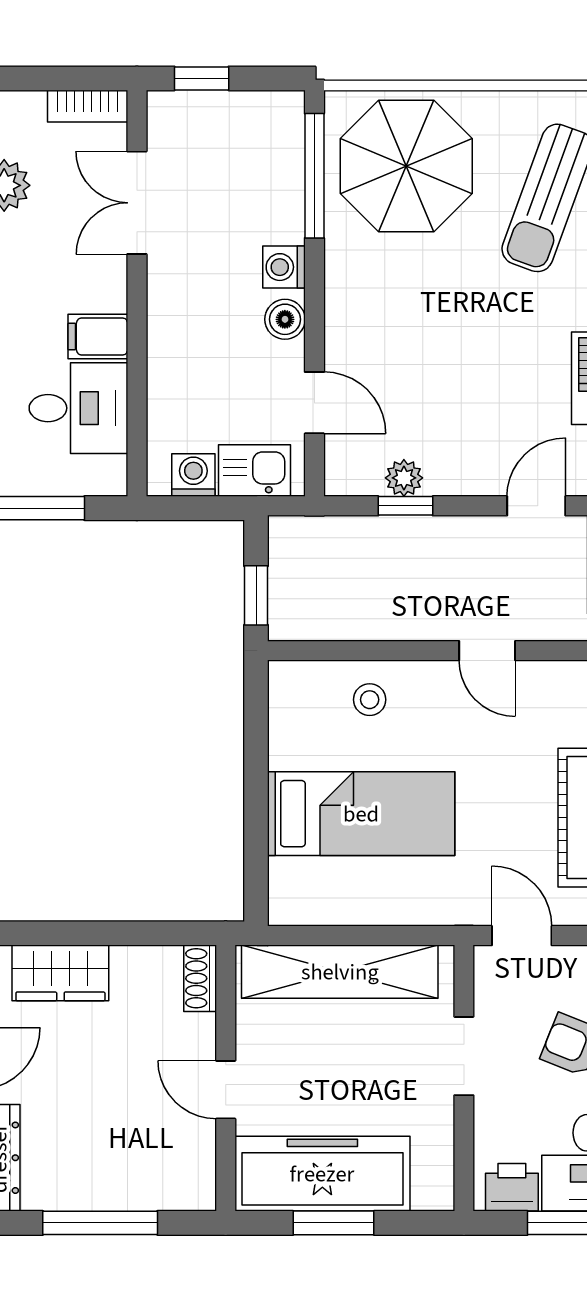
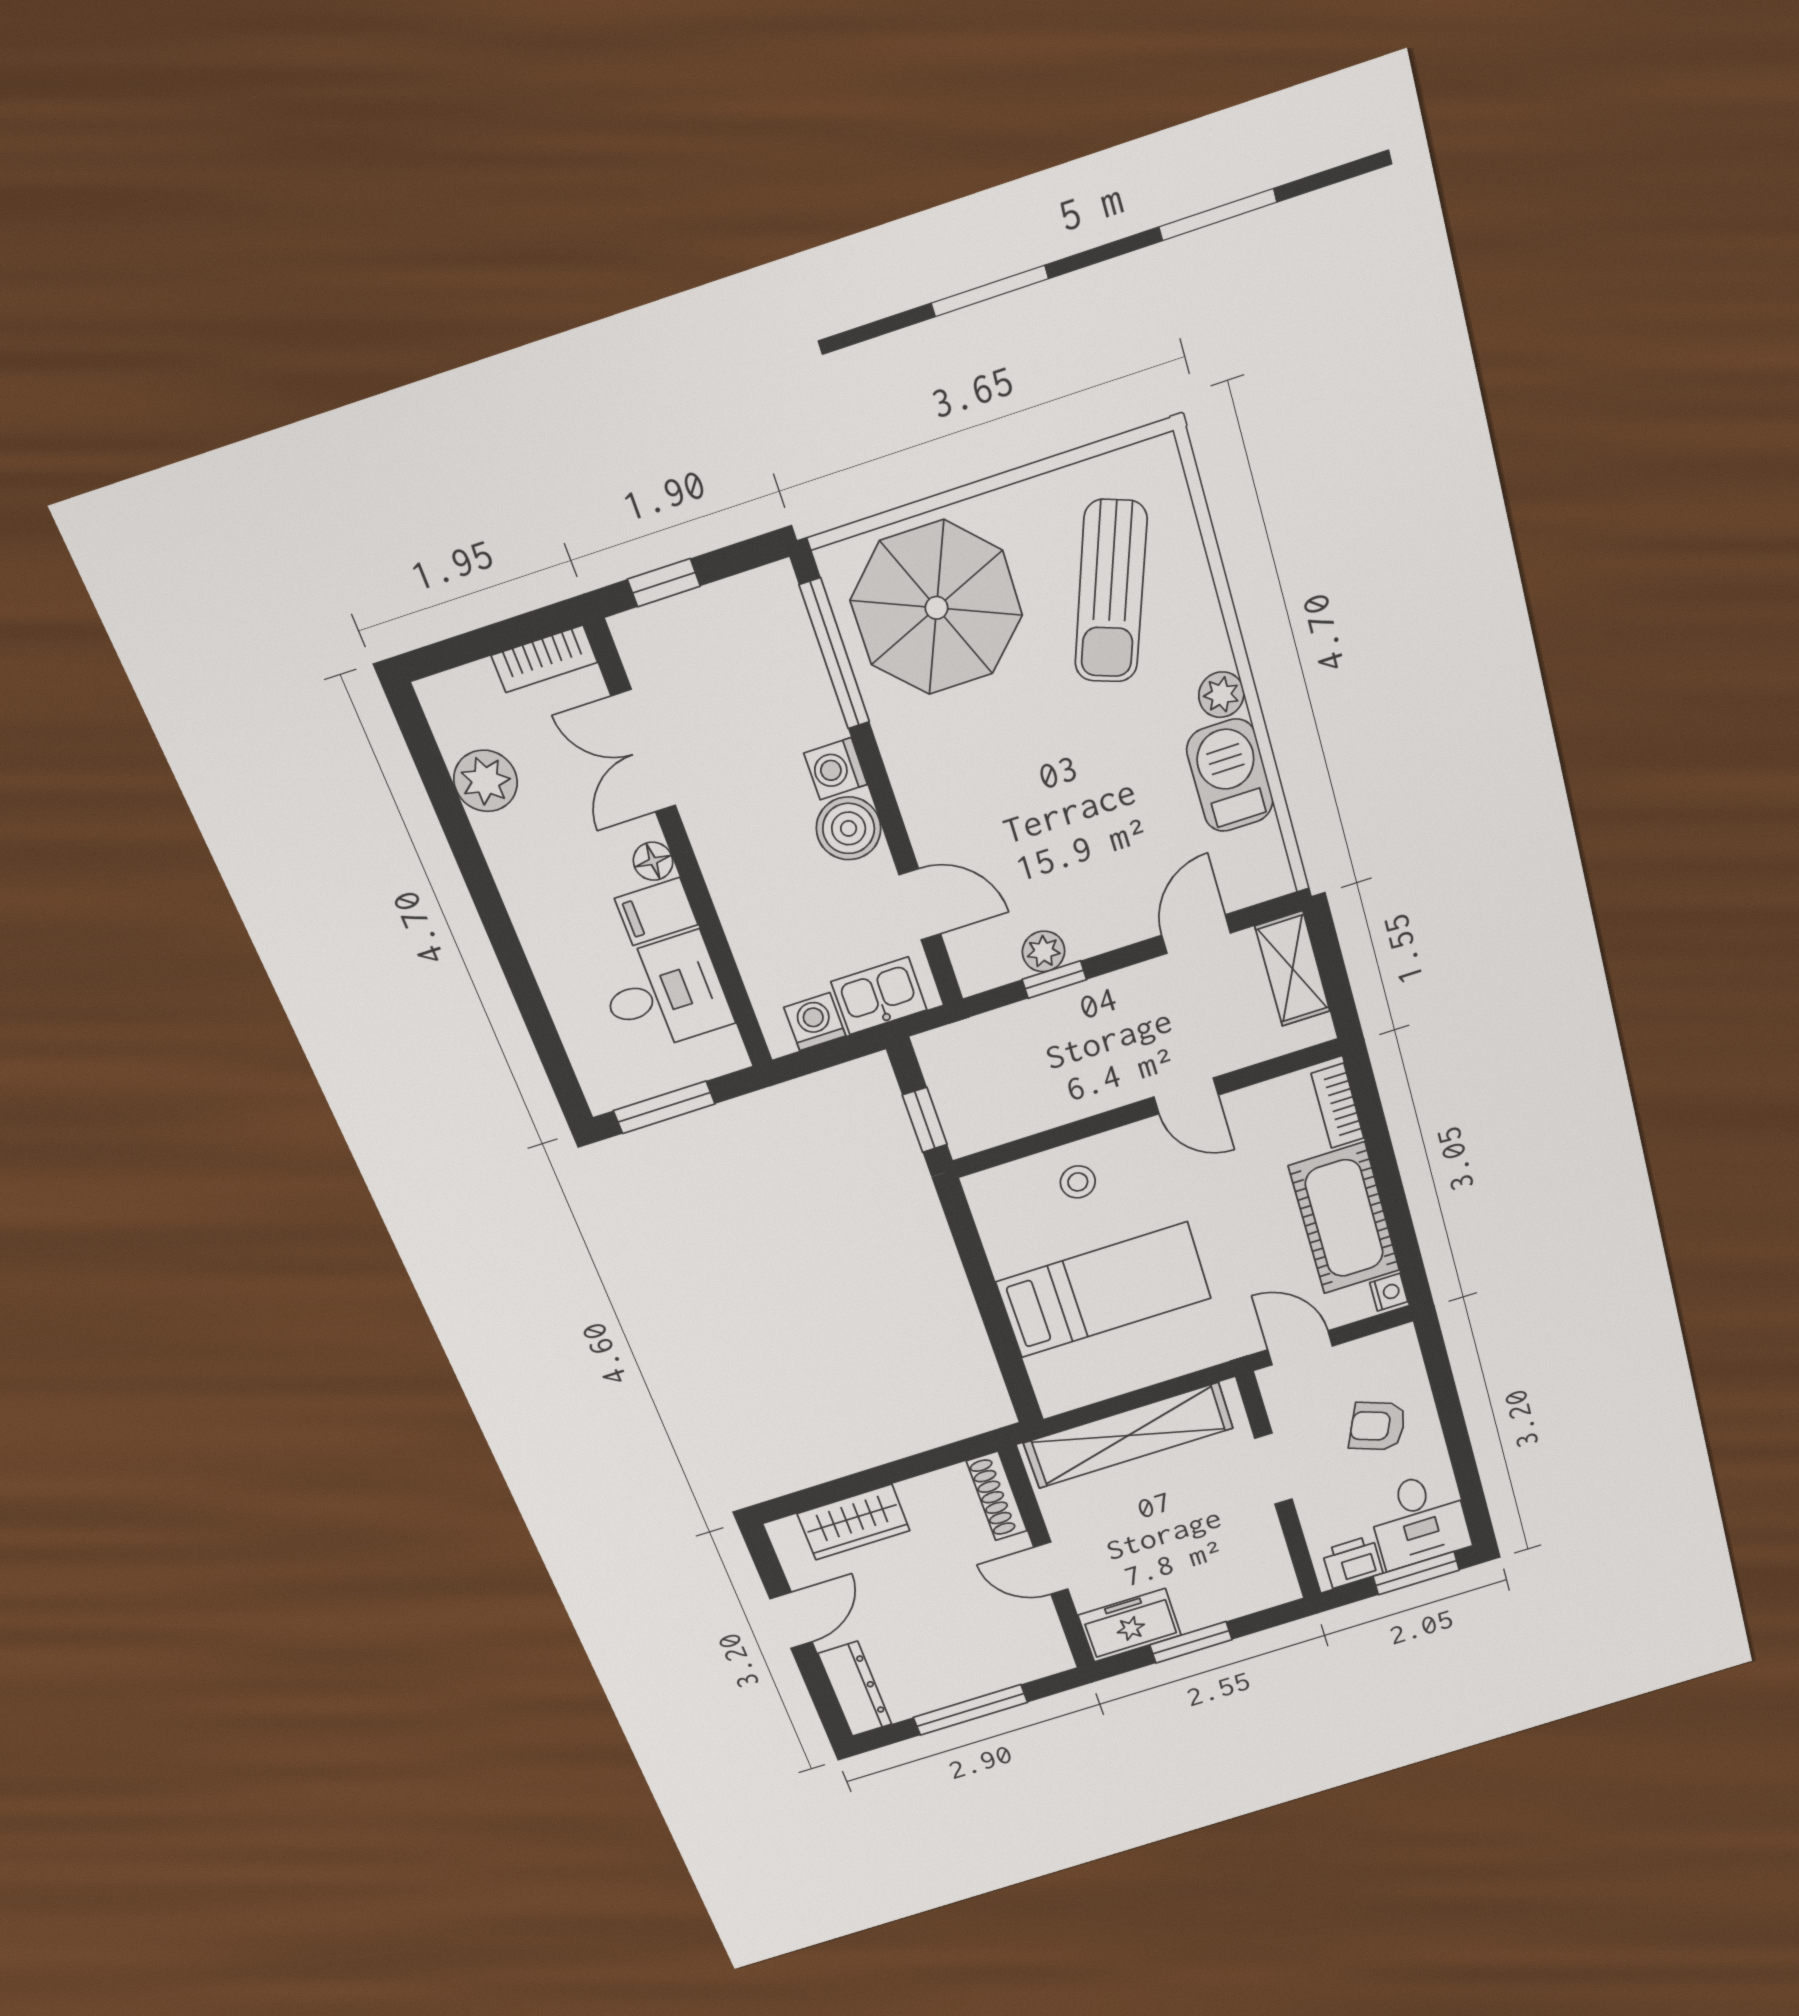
floor lamp: (111, 294) -> (653, 861), added
boiler: (285, 319) -> (849, 828), width x1.36, depth x1.36
shoe rack: (200, 978) -> (997, 1496), width x1.43
freezer: (322, 1174) -> (1130, 1625), width x0.52, depth x0.79

